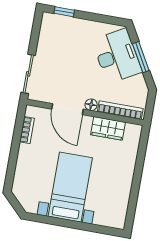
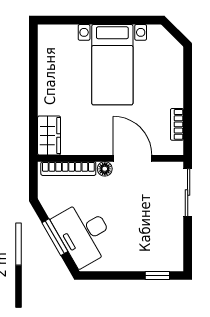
wardrobe: (108, 128) -> (49, 136), moved, turned 90

